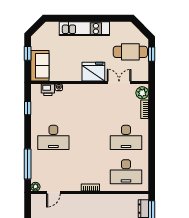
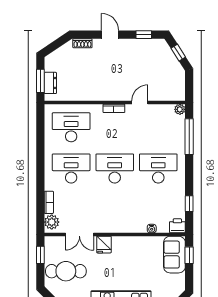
window: (28, 53) -> (189, 255), moved
window: (152, 54) -> (40, 255), moved
fridge: (93, 72) -> (104, 245), width x0.53, depth x0.75
printer: (48, 90) -> (177, 226), moved
desk: (90, 137) -> (115, 168), added
door: (53, 192) -> (140, 102), moved

